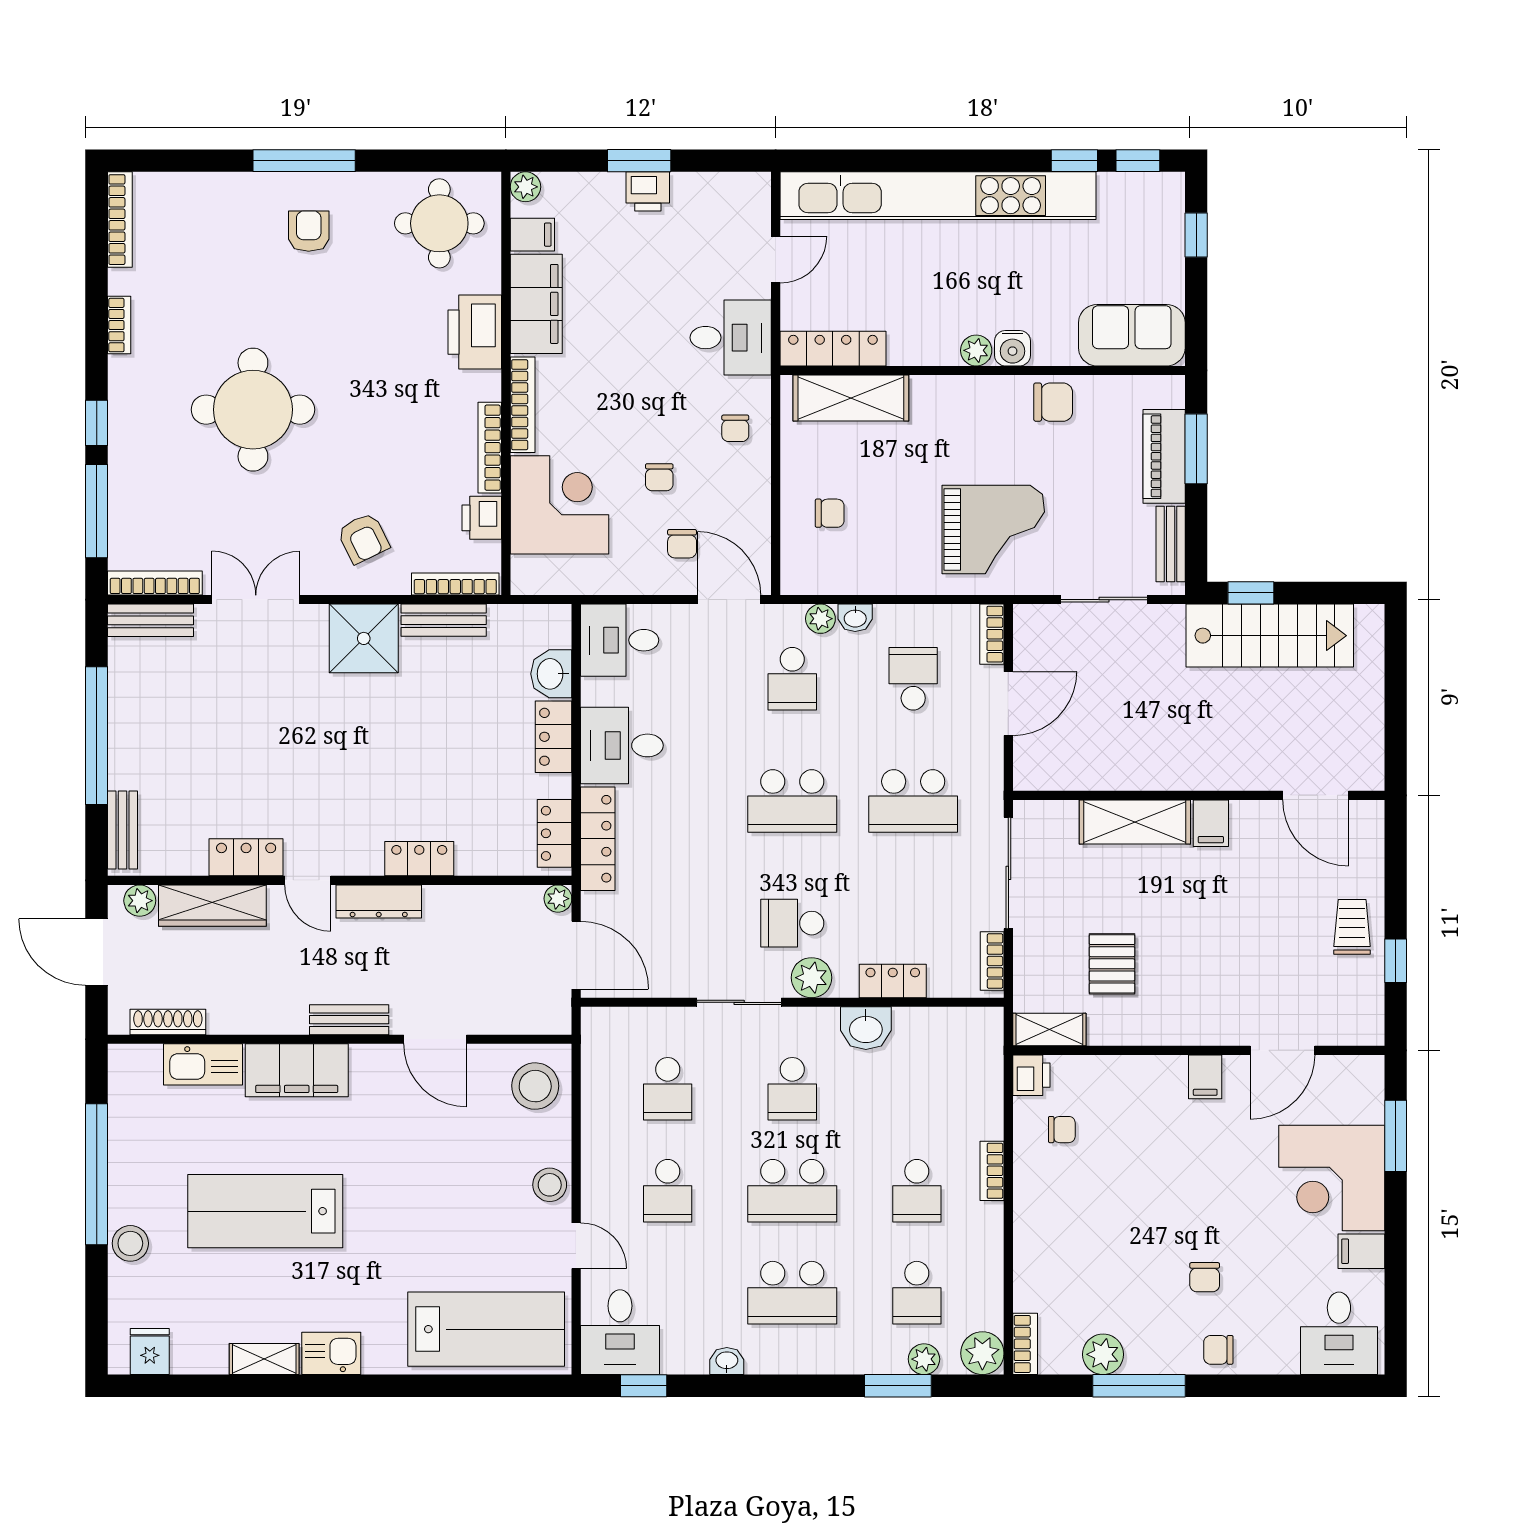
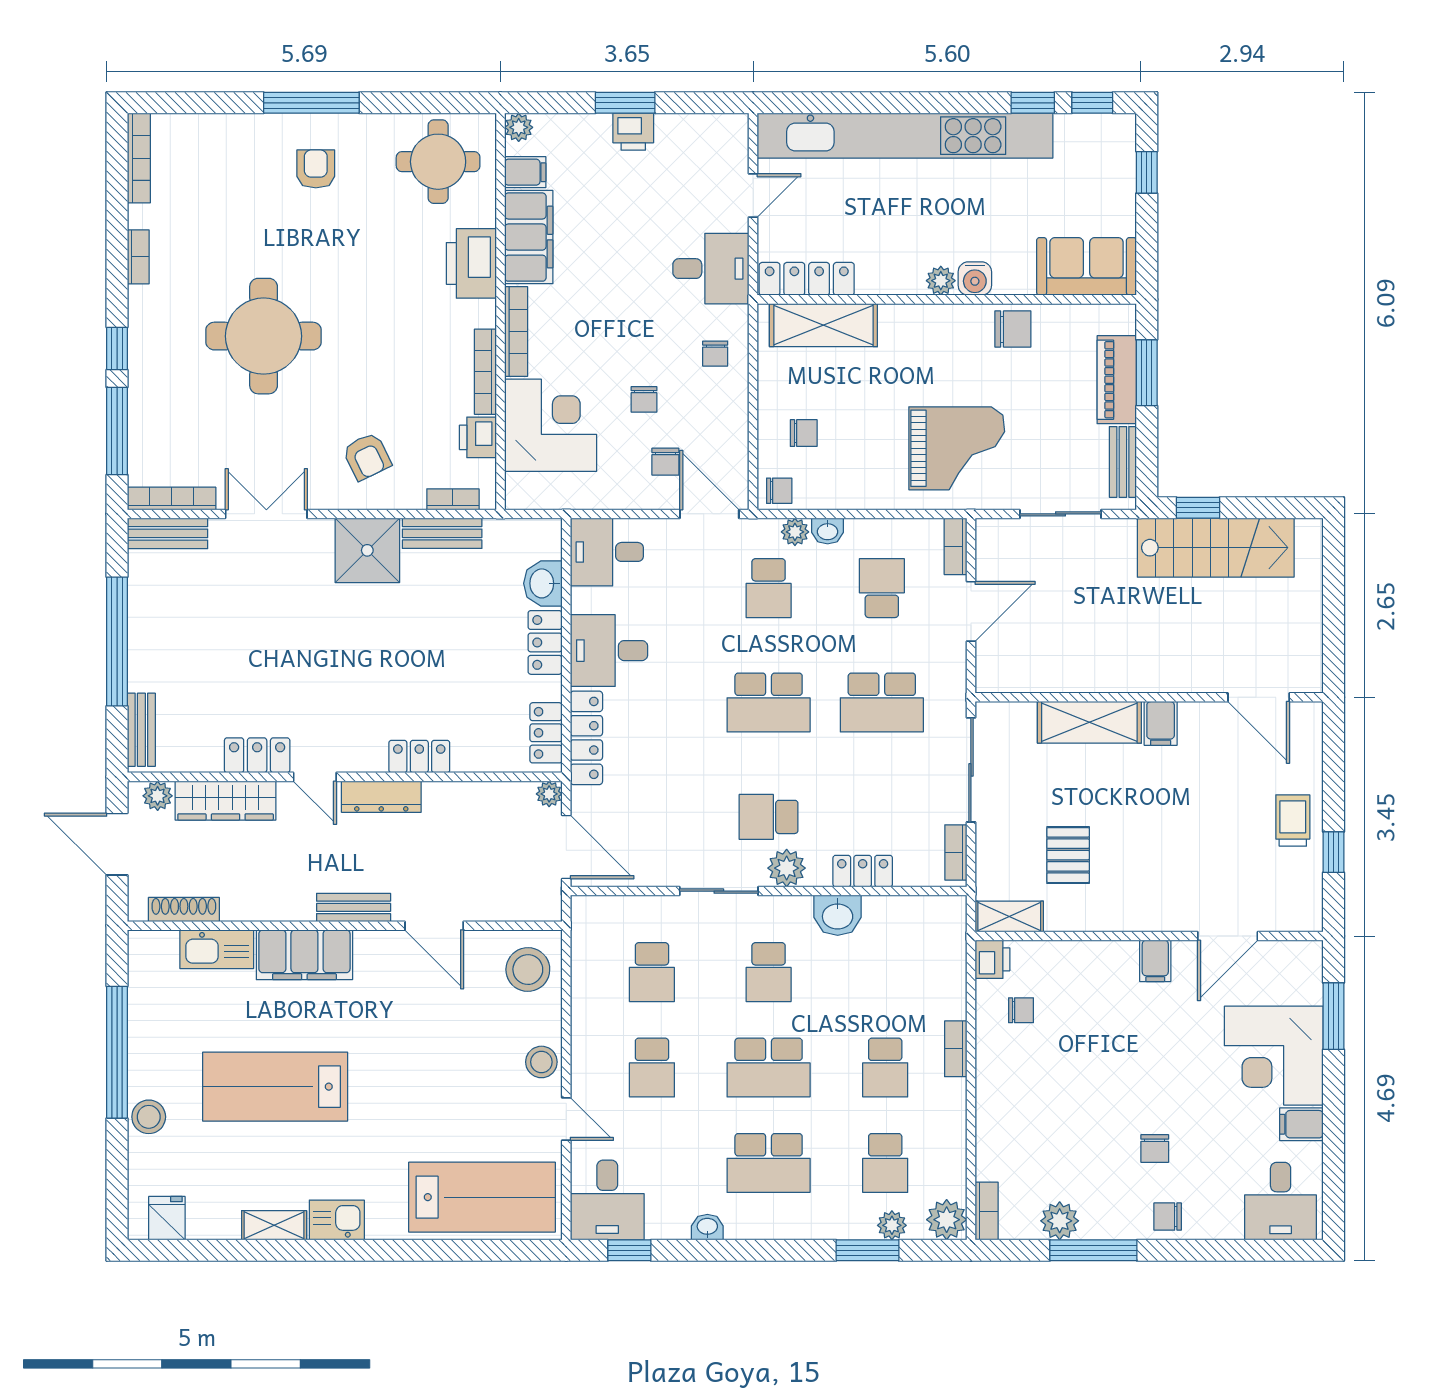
chair: (804, 575) -> (779, 491), added
bookcase: (455, 584) -> (453, 499), width x0.64

